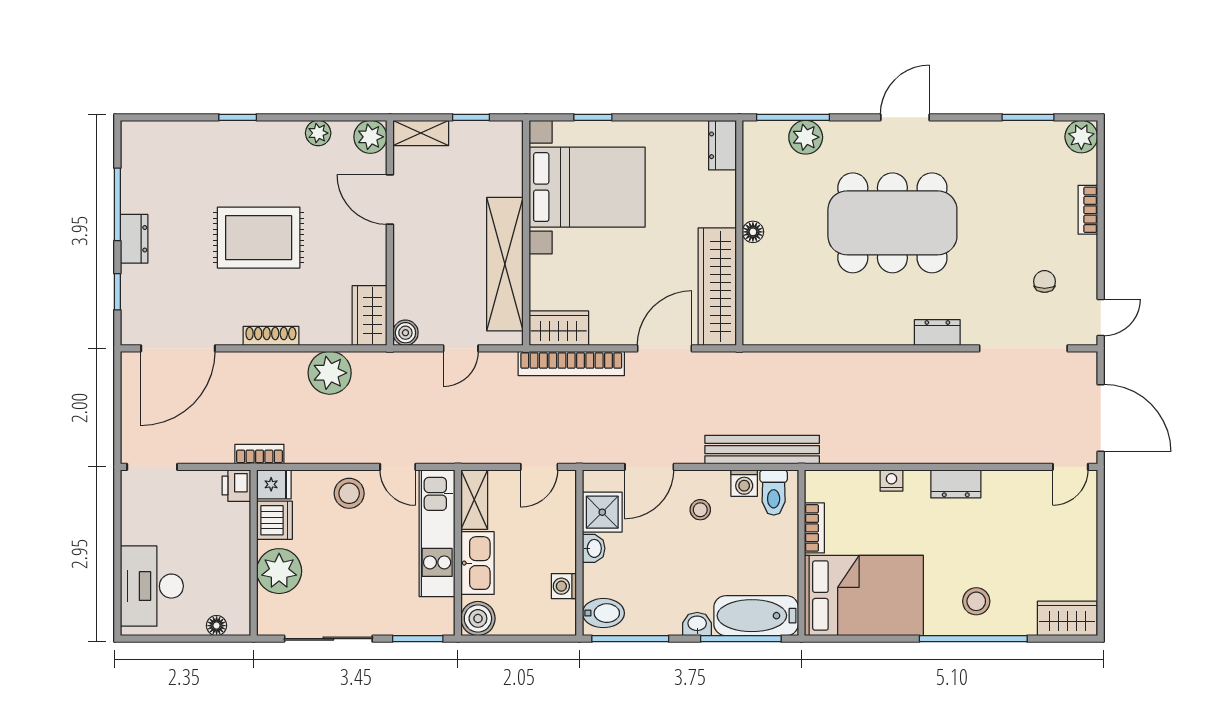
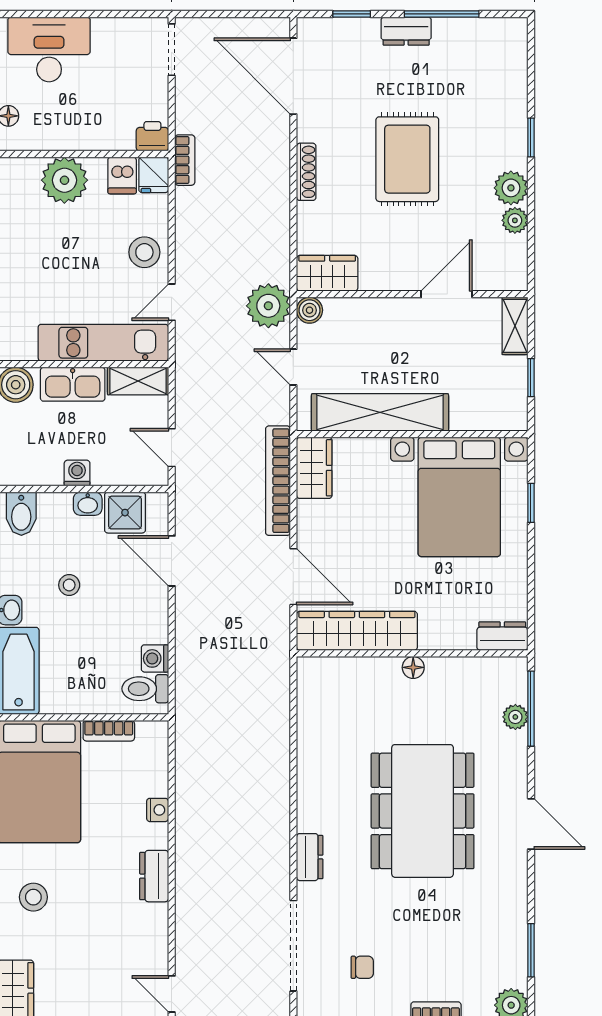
plant: (370, 137) -> (511, 188), moved
plant: (806, 137) -> (515, 717), width x0.73, depth x0.73
plant: (330, 373) -> (268, 306), moved
bench: (762, 450) -> (189, 677), removed
stool: (700, 510) -> (69, 585), moved
dishwasher: (274, 520) -> (122, 175), width x0.73
washing machine: (564, 586) -> (77, 473), moved

